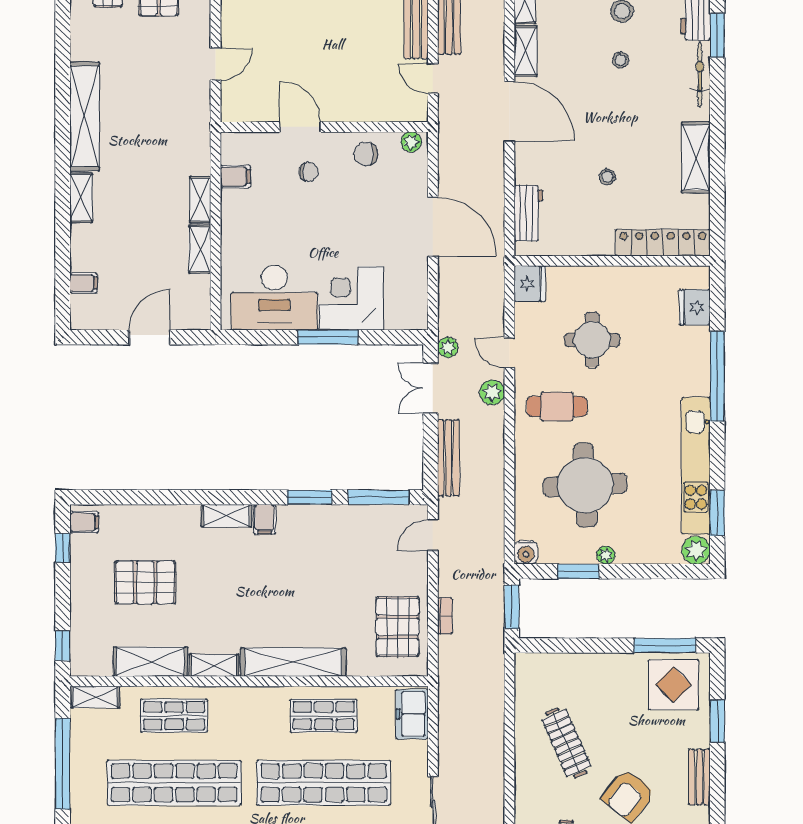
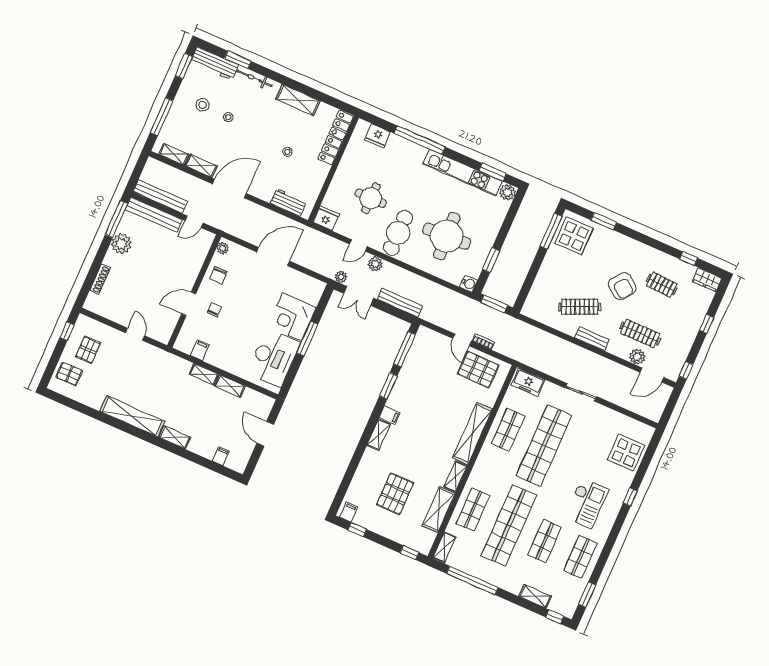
cafe table: (557, 407) -> (398, 233), width x1.37, depth x1.35
door: (433, 535) -> (462, 340), moved
plant: (606, 555) -> (489, 242), removed
bench: (699, 777) -> (592, 339), moved

